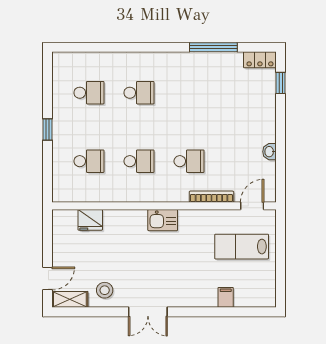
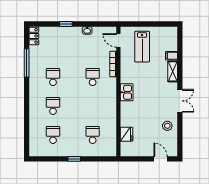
window: (281, 83) -> (66, 24), moved
school desk: (139, 161) -> (53, 77), moved
shelving: (70, 299) -> (173, 71), moved

